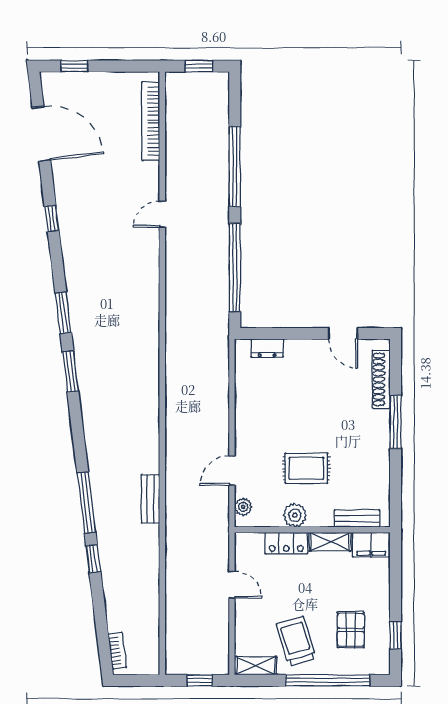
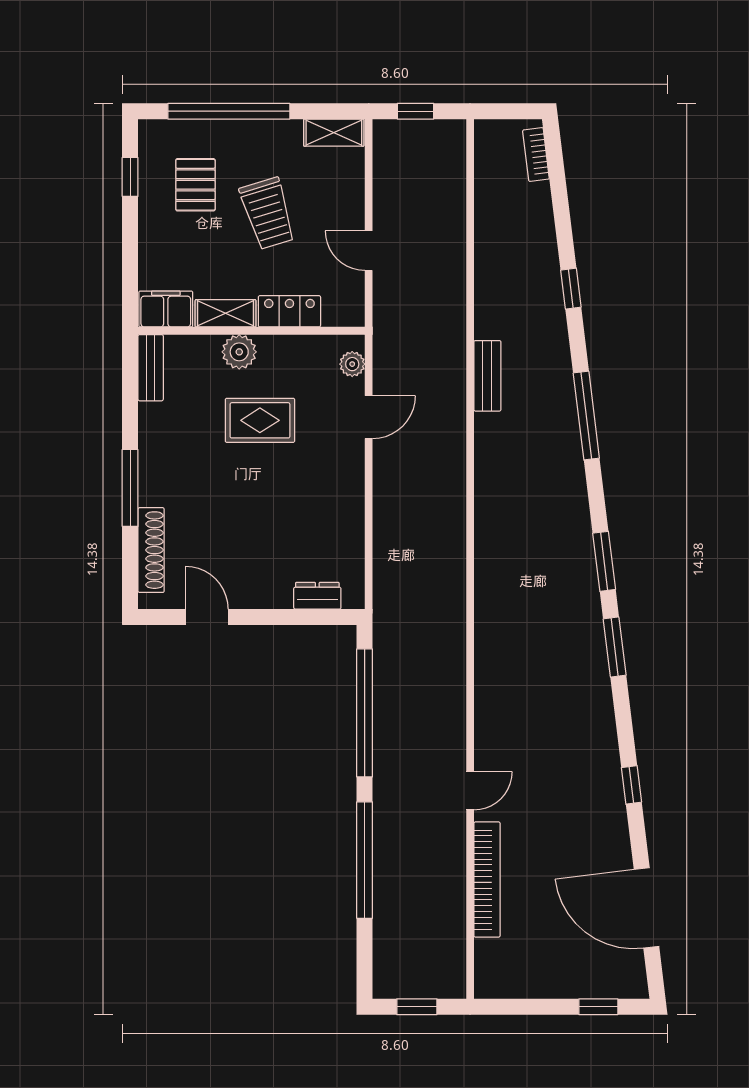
bookcase: (151, 121) -> (487, 880), moved
window: (86, 503) -> (586, 415), moved
plant: (295, 515) -> (239, 352), moved
bench: (357, 518) -> (151, 368), moved, turned 90
trolley: (296, 641) -> (268, 213), moved

